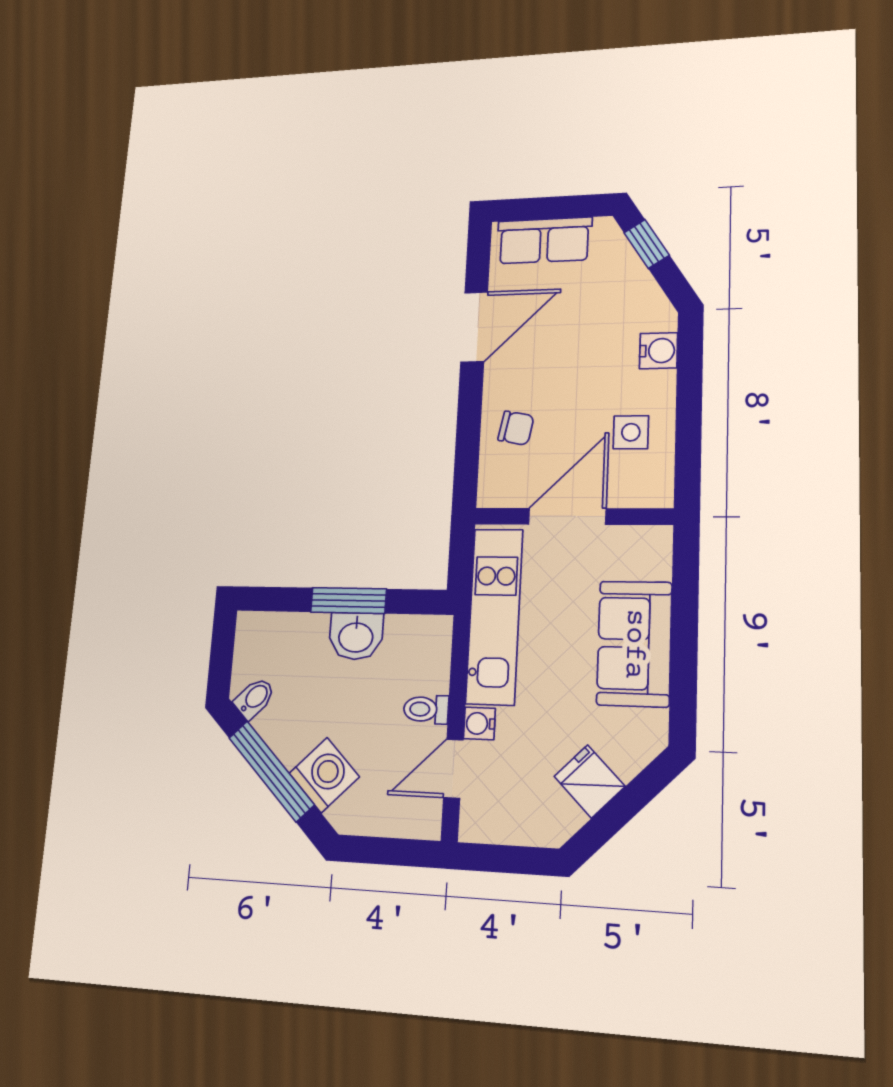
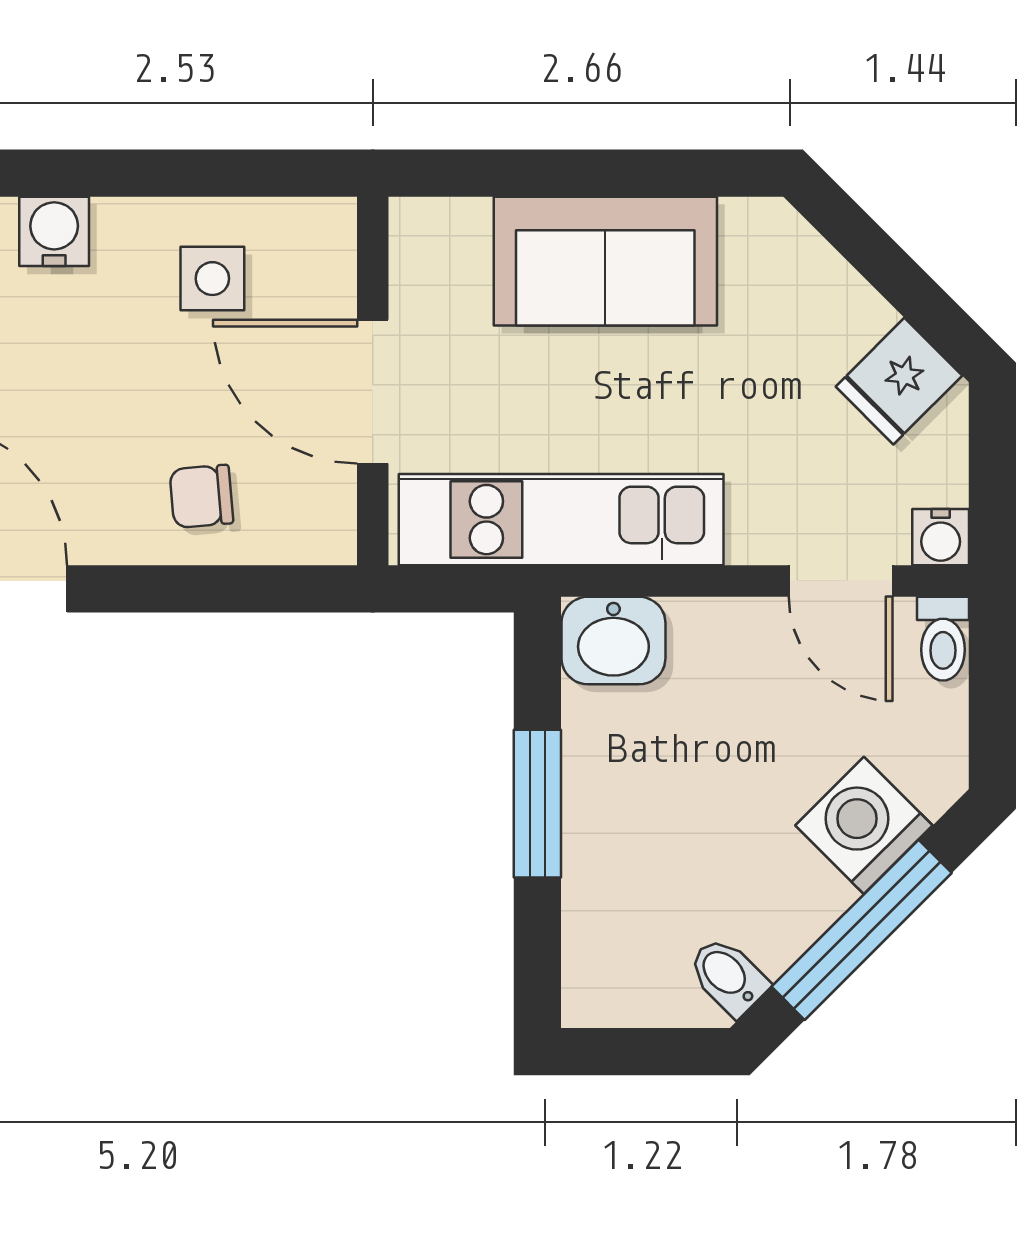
chair: (516, 428) -> (201, 496), turned -106
washbasin: (356, 636) -> (613, 641), moved, turned 90
toilet: (426, 709) -> (943, 639), moved
water cooler: (479, 723) -> (941, 537), moved
fridge: (589, 781) -> (899, 381), moved

